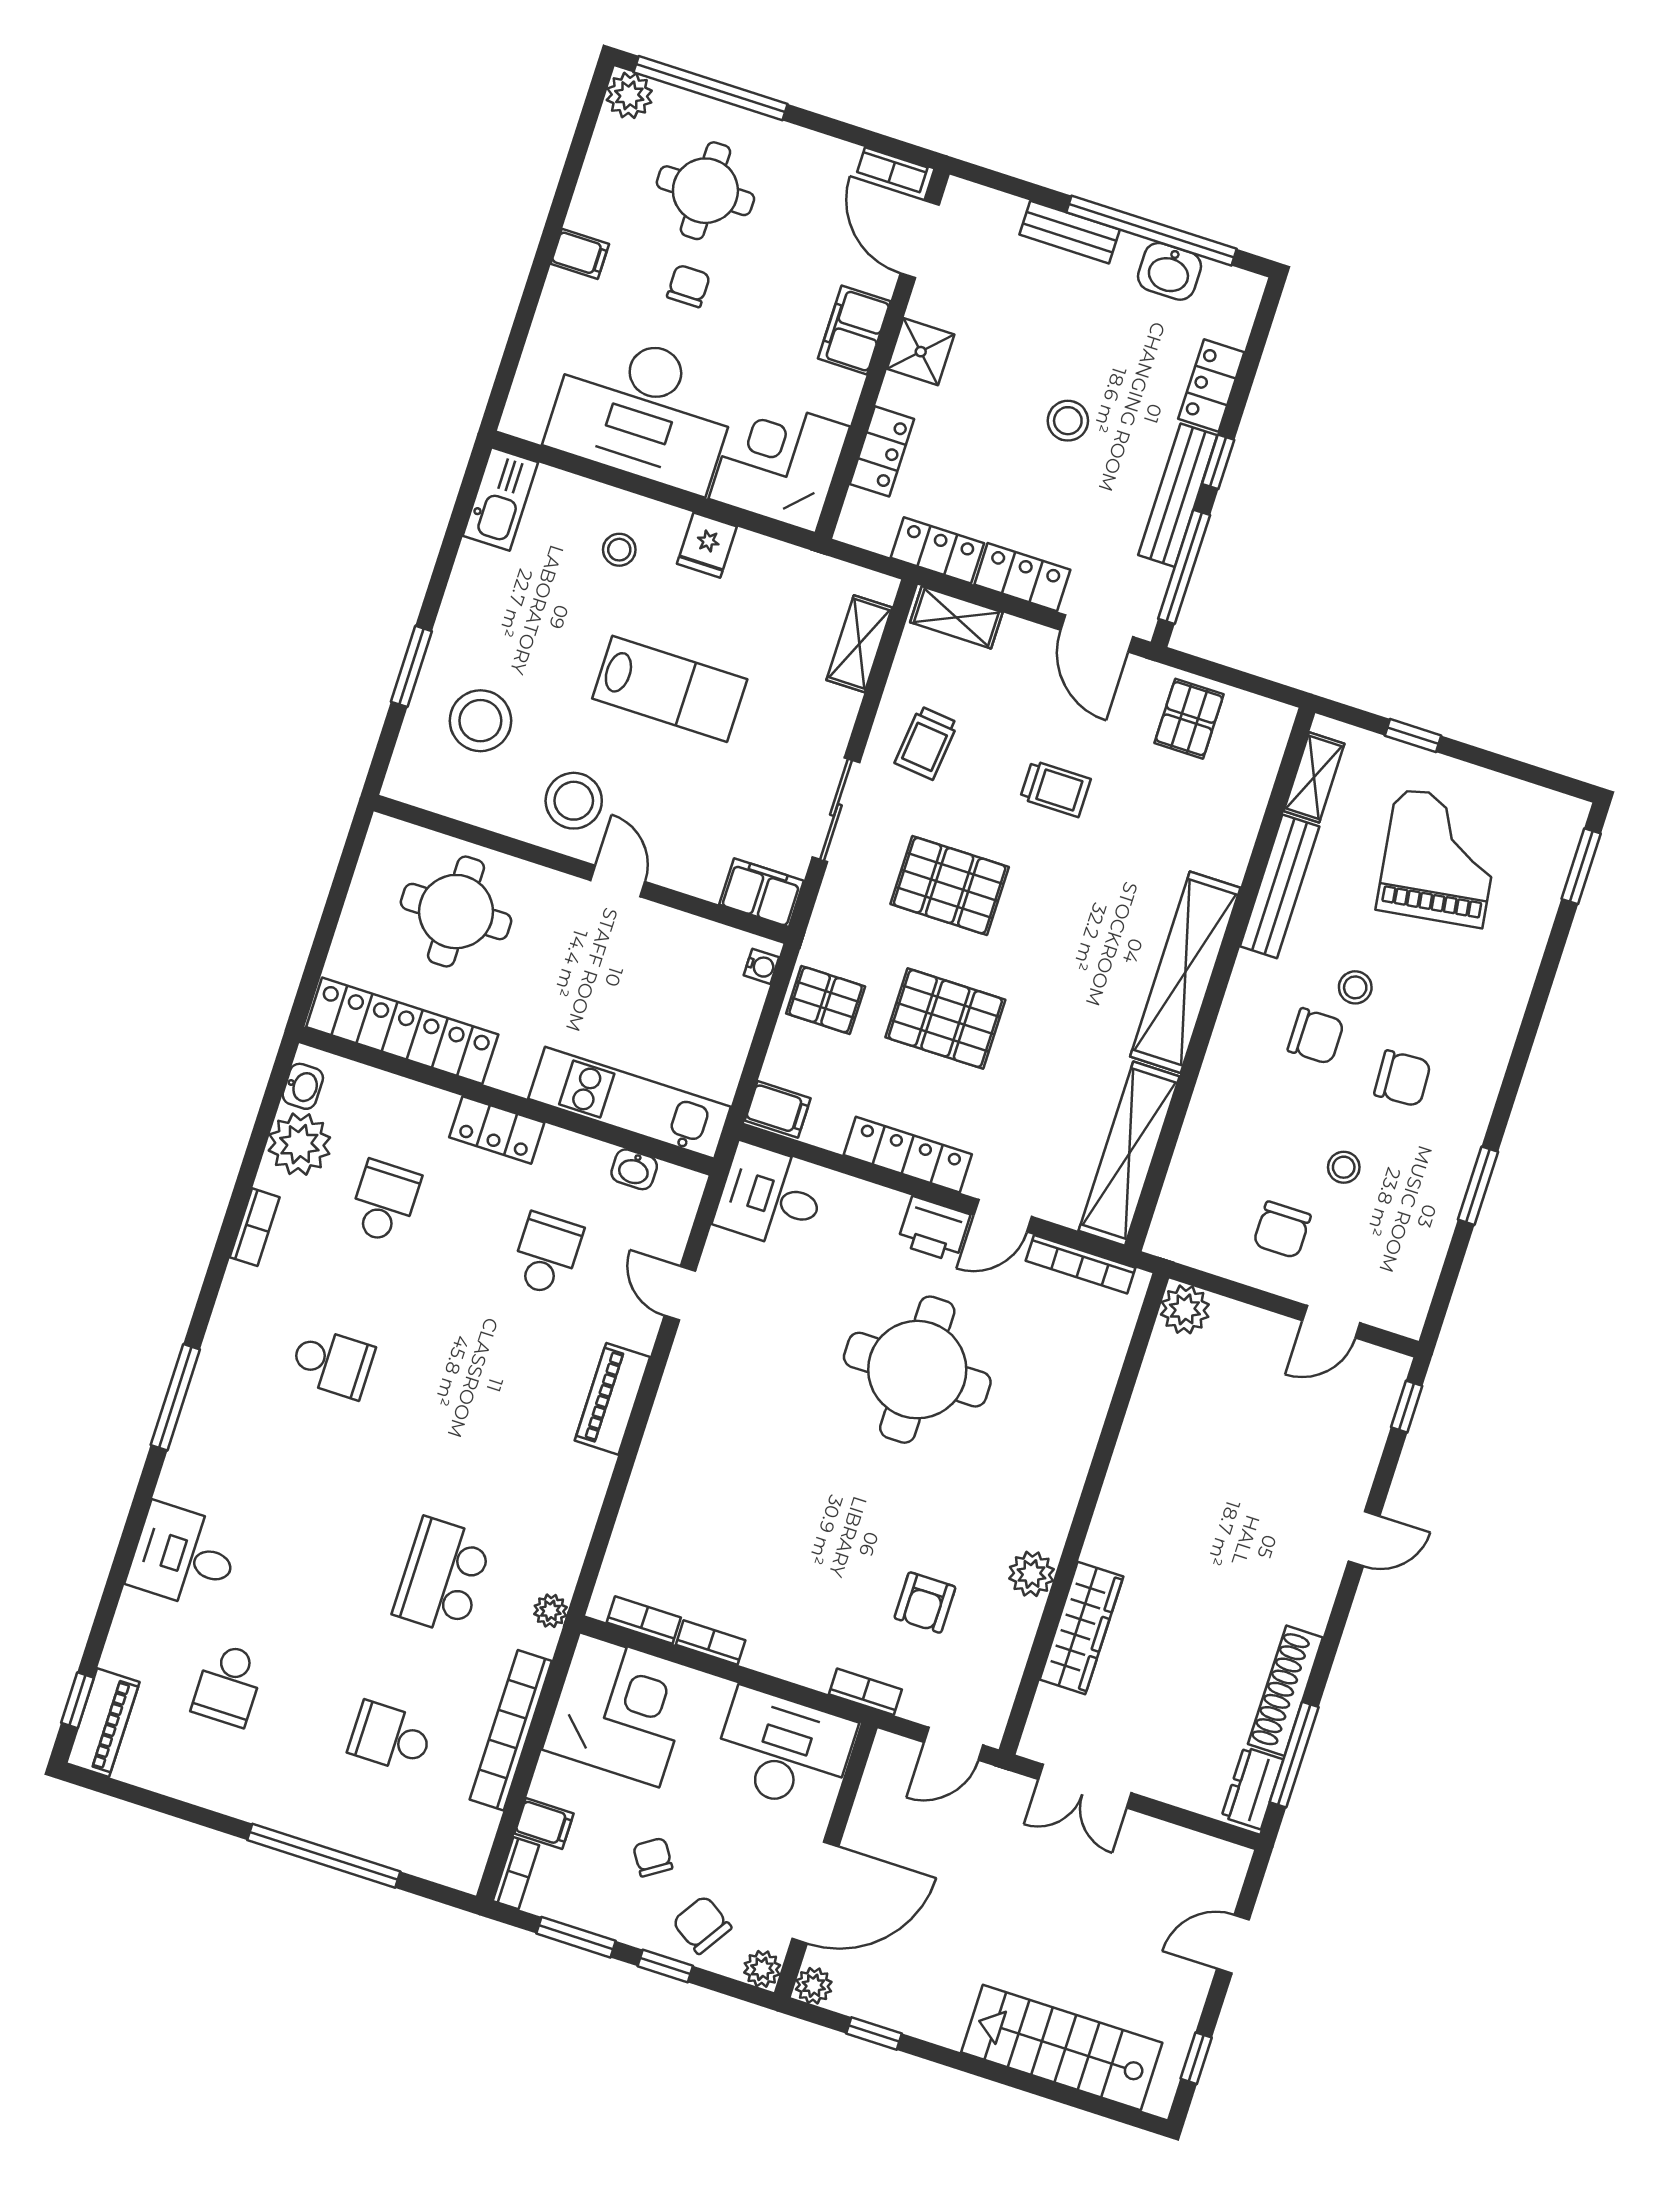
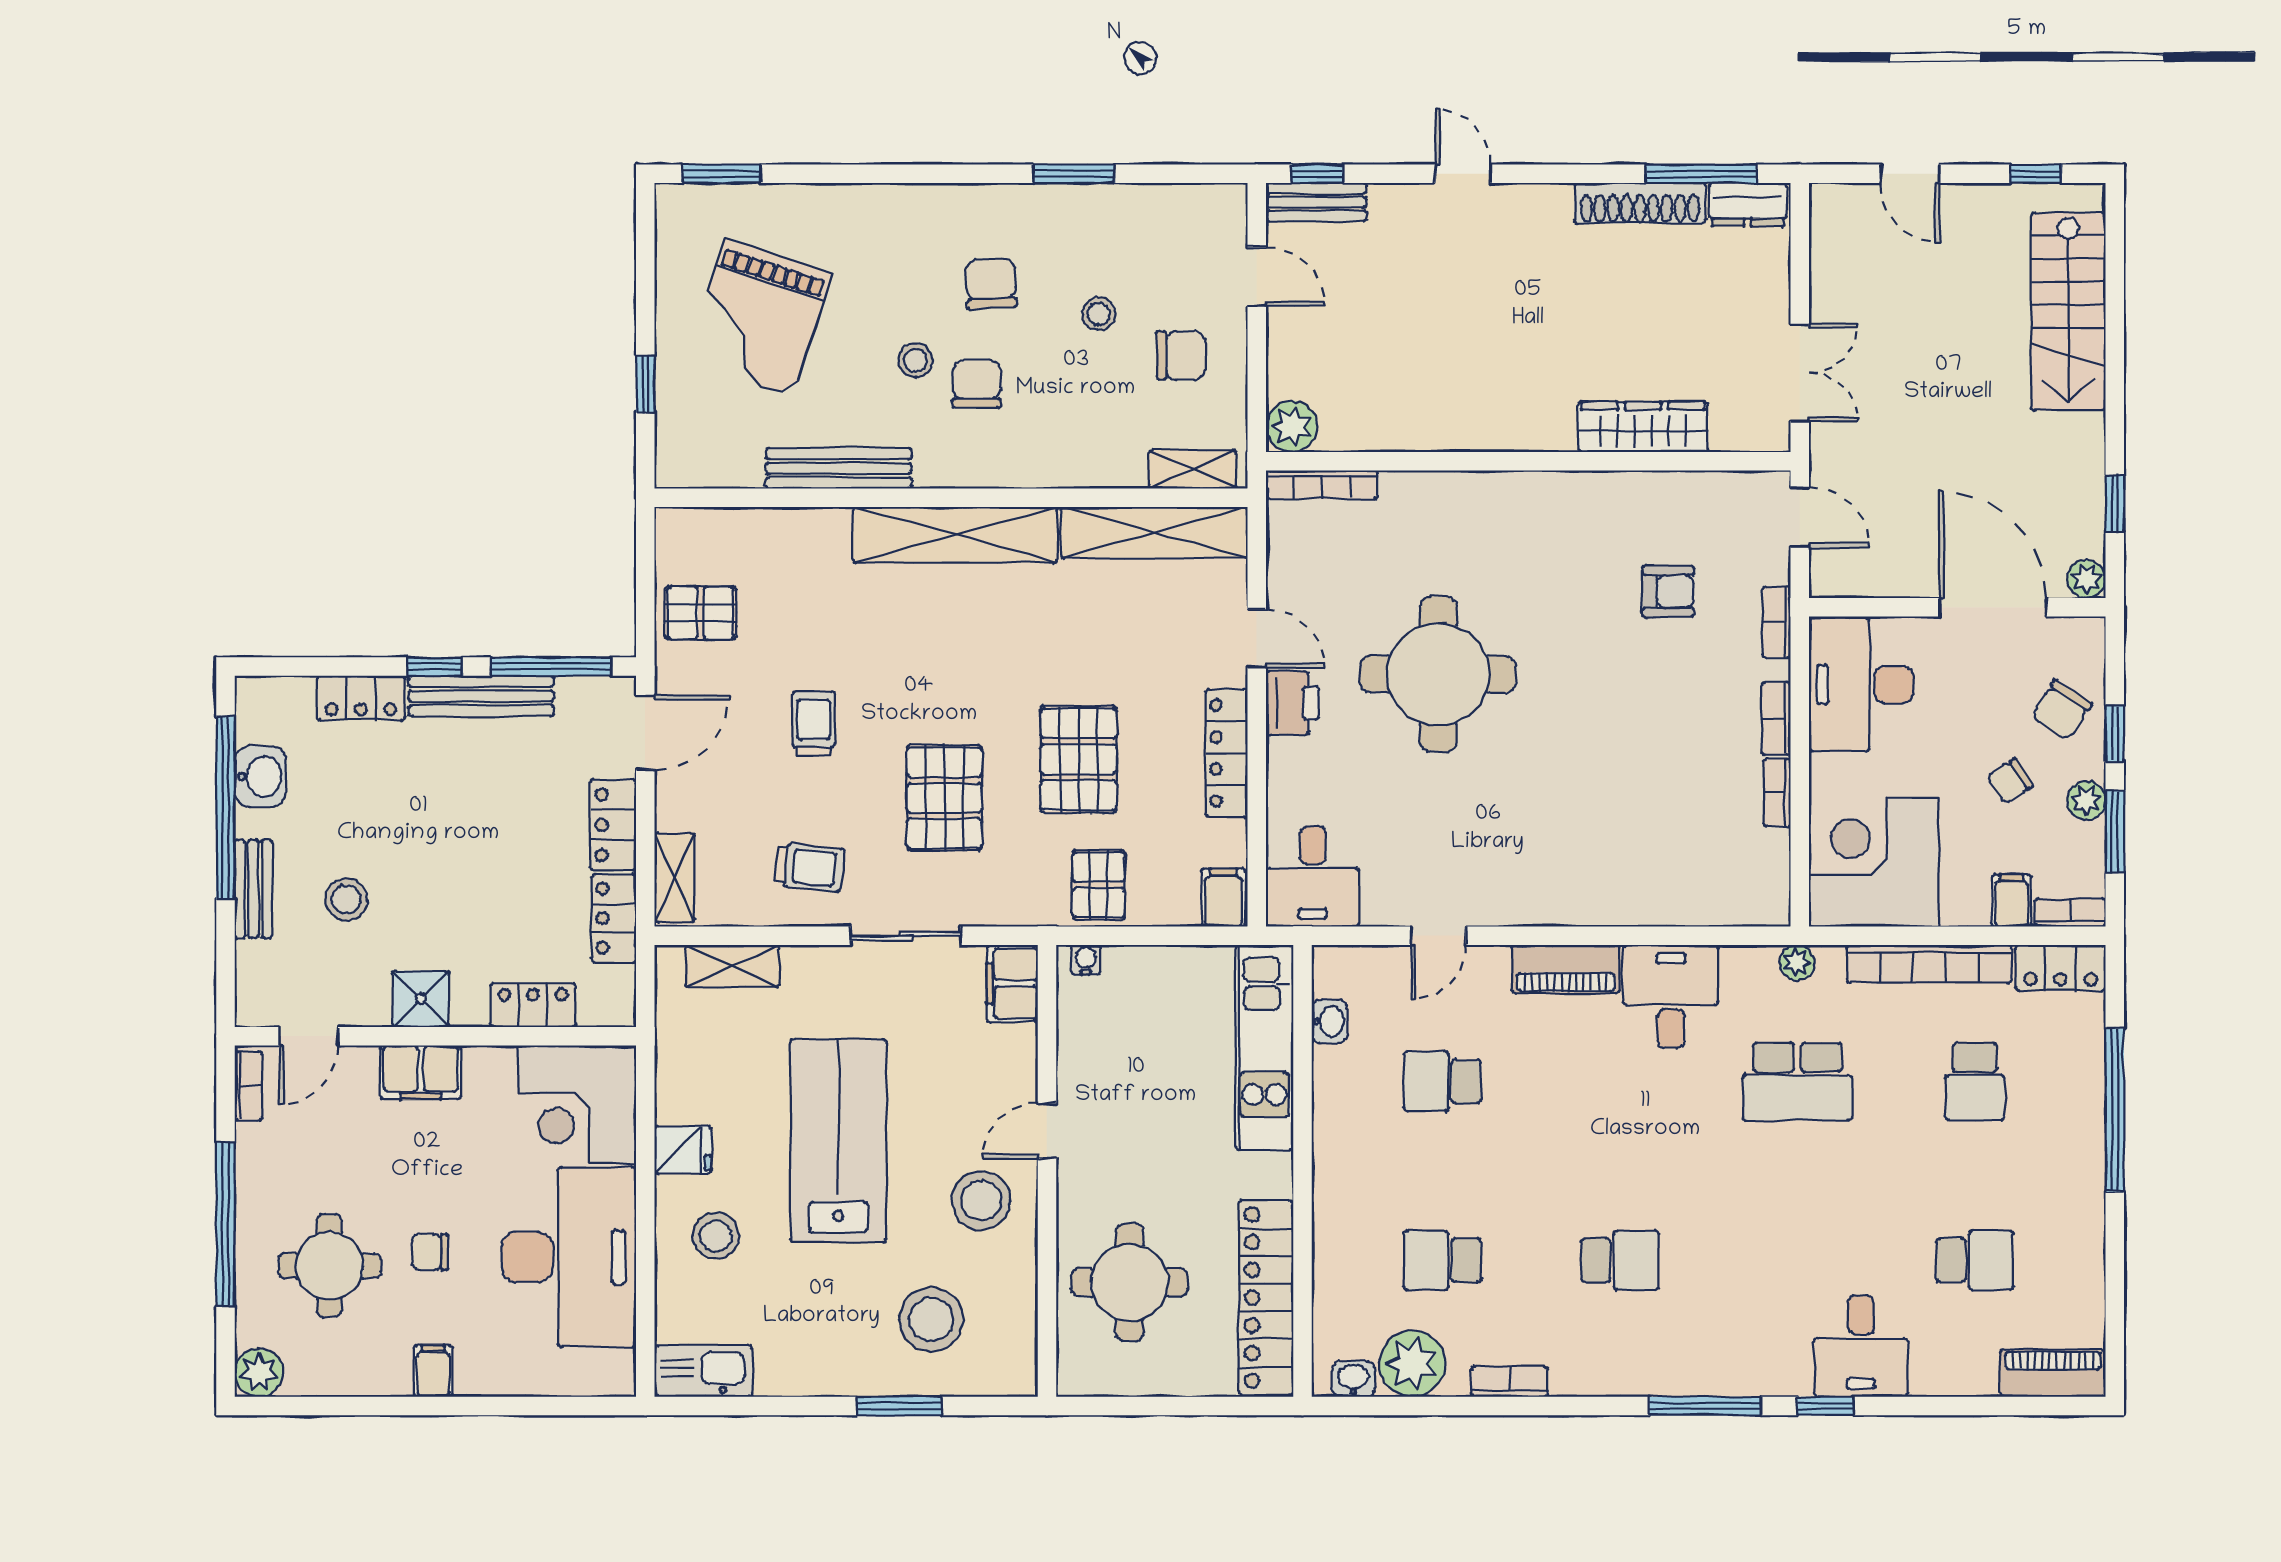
window: (711, 88) -> (226, 1224), moved
door: (920, 239) -> (309, 1036), width x0.73
stool: (1068, 421) -> (346, 899), moved
stool: (619, 550) -> (716, 1236), width x1.37, depth x1.37
lab bench: (670, 689) -> (838, 1141), width x1.36, depth x1.39
shelving: (1314, 777) -> (1192, 469), moved
grand piano: (1440, 858) -> (759, 318), turned -64
locker: (497, 1130) -> (2060, 968), moved, turned 90
bookcase: (1081, 1264) -> (1322, 485), moved, turned 90
school desk: (332, 1363) -> (1620, 1260), turned 90
bench: (1381, 1397) -> (1316, 202), added
desk: (557, 1486) -> (1671, 996), added
plant: (1031, 1574) -> (1605, 494), removed
bookcase: (644, 1620) -> (1776, 719), moved
window: (77, 1700) -> (1825, 1406), moved
plant: (762, 1969) -> (2086, 800), moved

